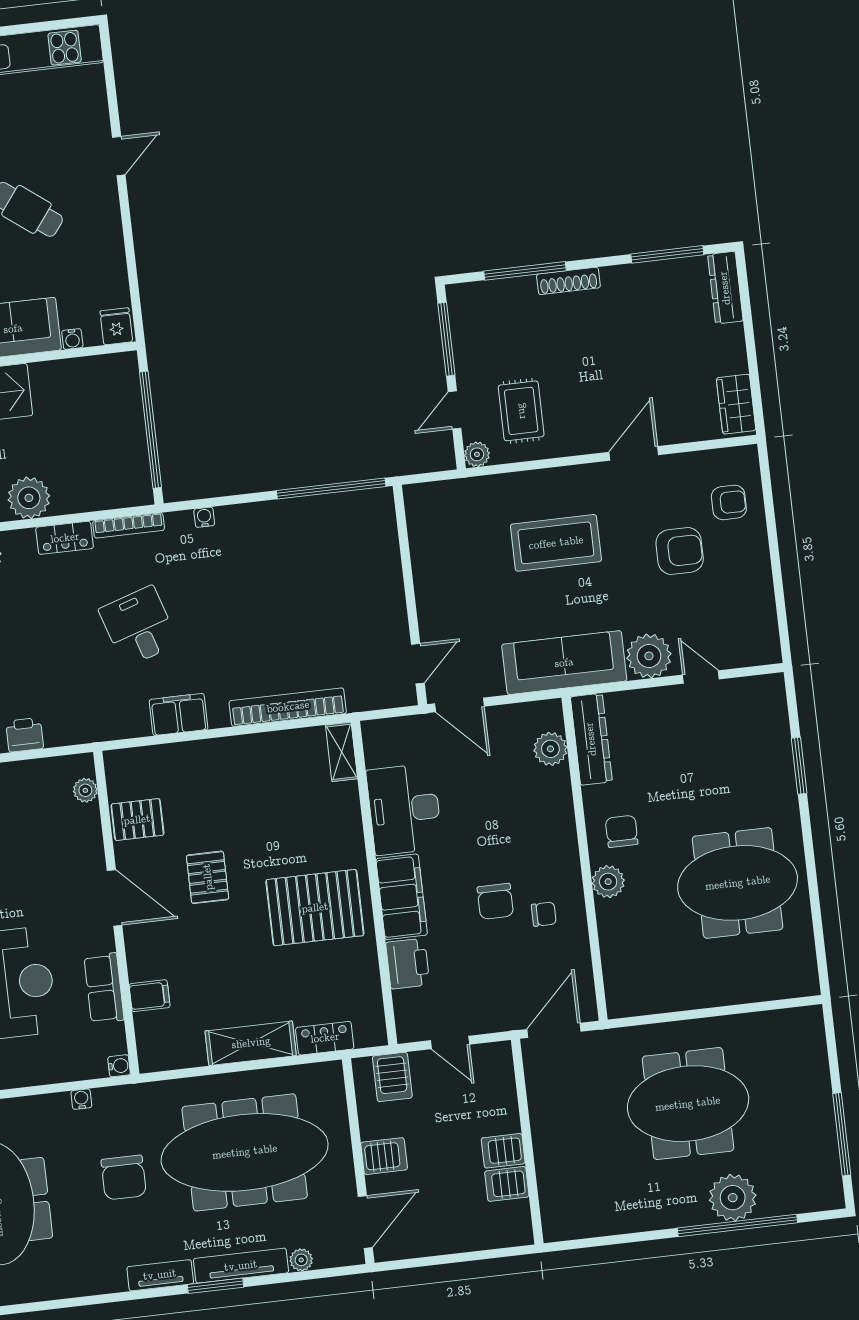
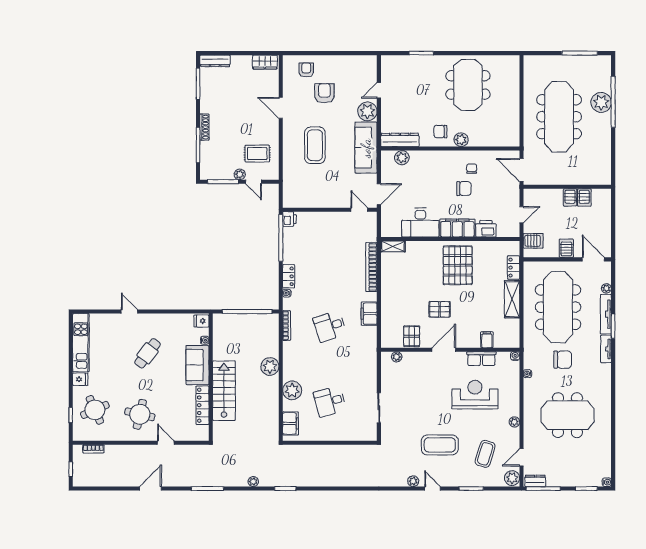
plant: (477, 454) -> (240, 174), moved
locker: (65, 538) -> (289, 276), moved
printer: (25, 735) -> (289, 219), moved, turned 180
meeting table: (688, 1104) -> (559, 117), width x1.36

